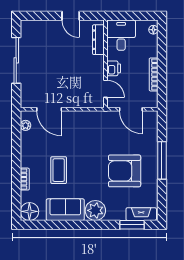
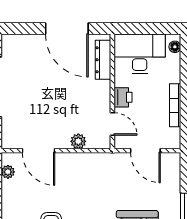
door: (71, 16) -> (67, 29), width x1.87
desk: (121, 35) -> (140, 54), width x1.37
plant: (79, 102) -> (78, 141), added

